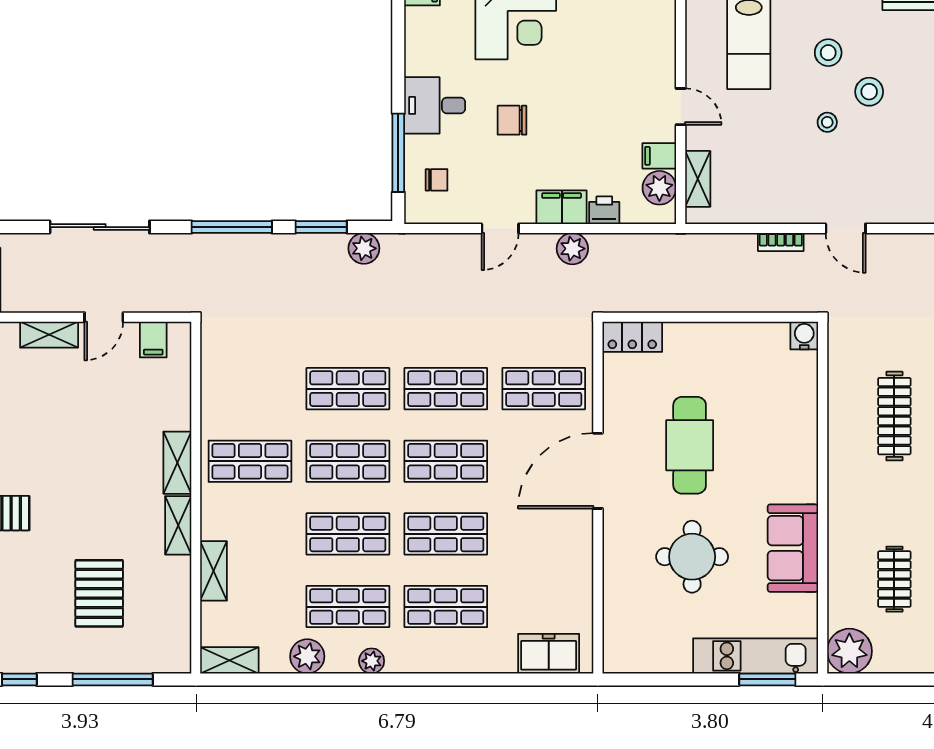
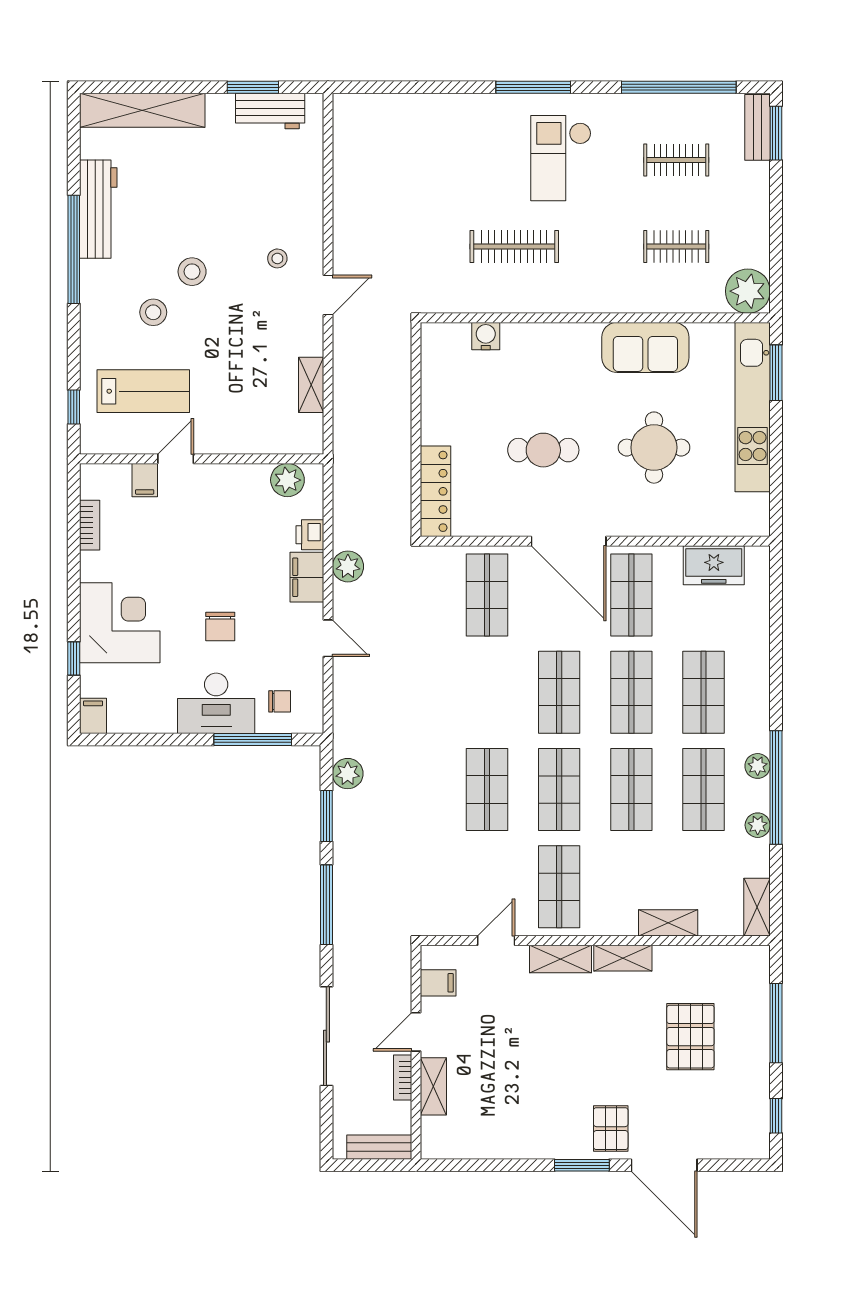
desk: (435, 105) -> (216, 703), width x1.37
door: (681, 107) -> (176, 459), moved
stool: (827, 122) -> (277, 258), moved
filing cabinet: (659, 156) -> (145, 480), moved
shelving: (698, 179) -> (311, 385), moved, turned 90
chair: (437, 180) -> (280, 701), turned 90
bookcase: (781, 242) -> (403, 1077), moved, turned 180
door: (104, 317) -> (416, 1032), swing flipped
water cooler: (804, 336) -> (486, 336), moved, turned 90
locker: (632, 337) -> (435, 491), width x1.53
shop shelf: (446, 389) -> (631, 595), moved
door: (196, 398) -> (496, 941), added
cafe table: (690, 445) -> (543, 450), width x0.73, depth x0.74
pallet: (99, 593) -> (690, 1037), turned 90
freezer: (549, 654) -> (714, 565), moved, turned -90
plant: (307, 656) -> (758, 825), width x0.73, depth x0.73
kitchen unit: (756, 656) -> (753, 407), width x1.36
window: (350, 679) -> (776, 787), added

